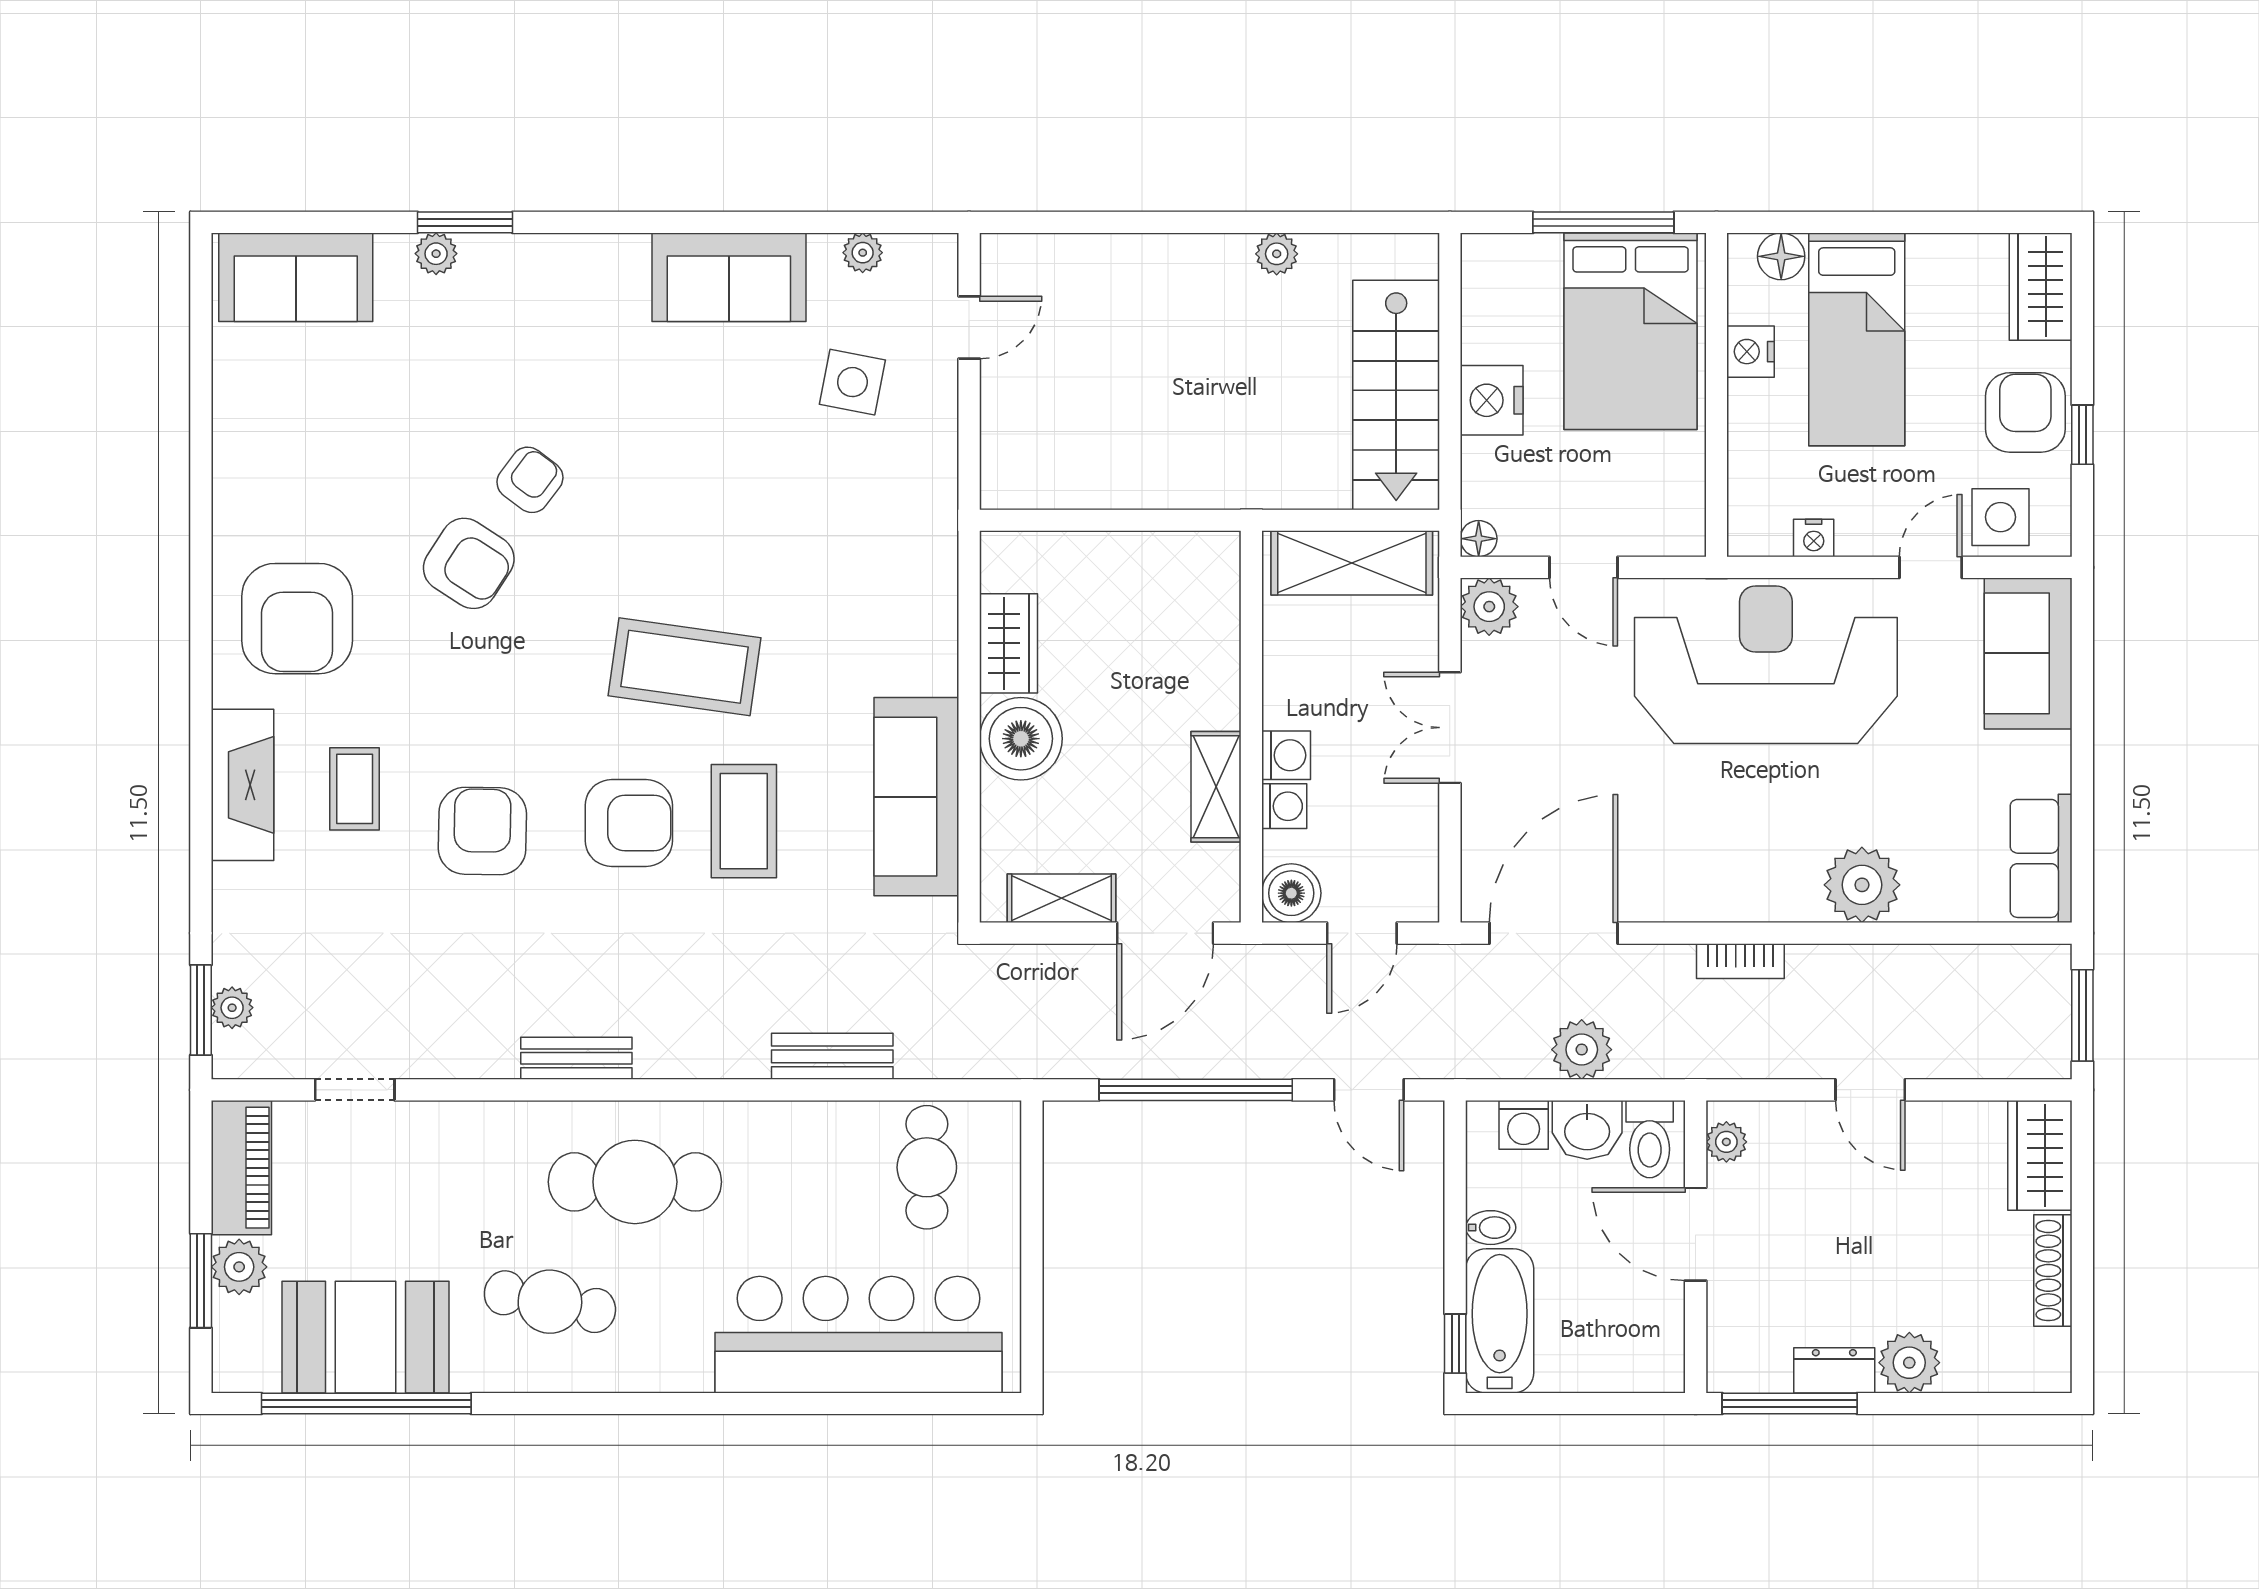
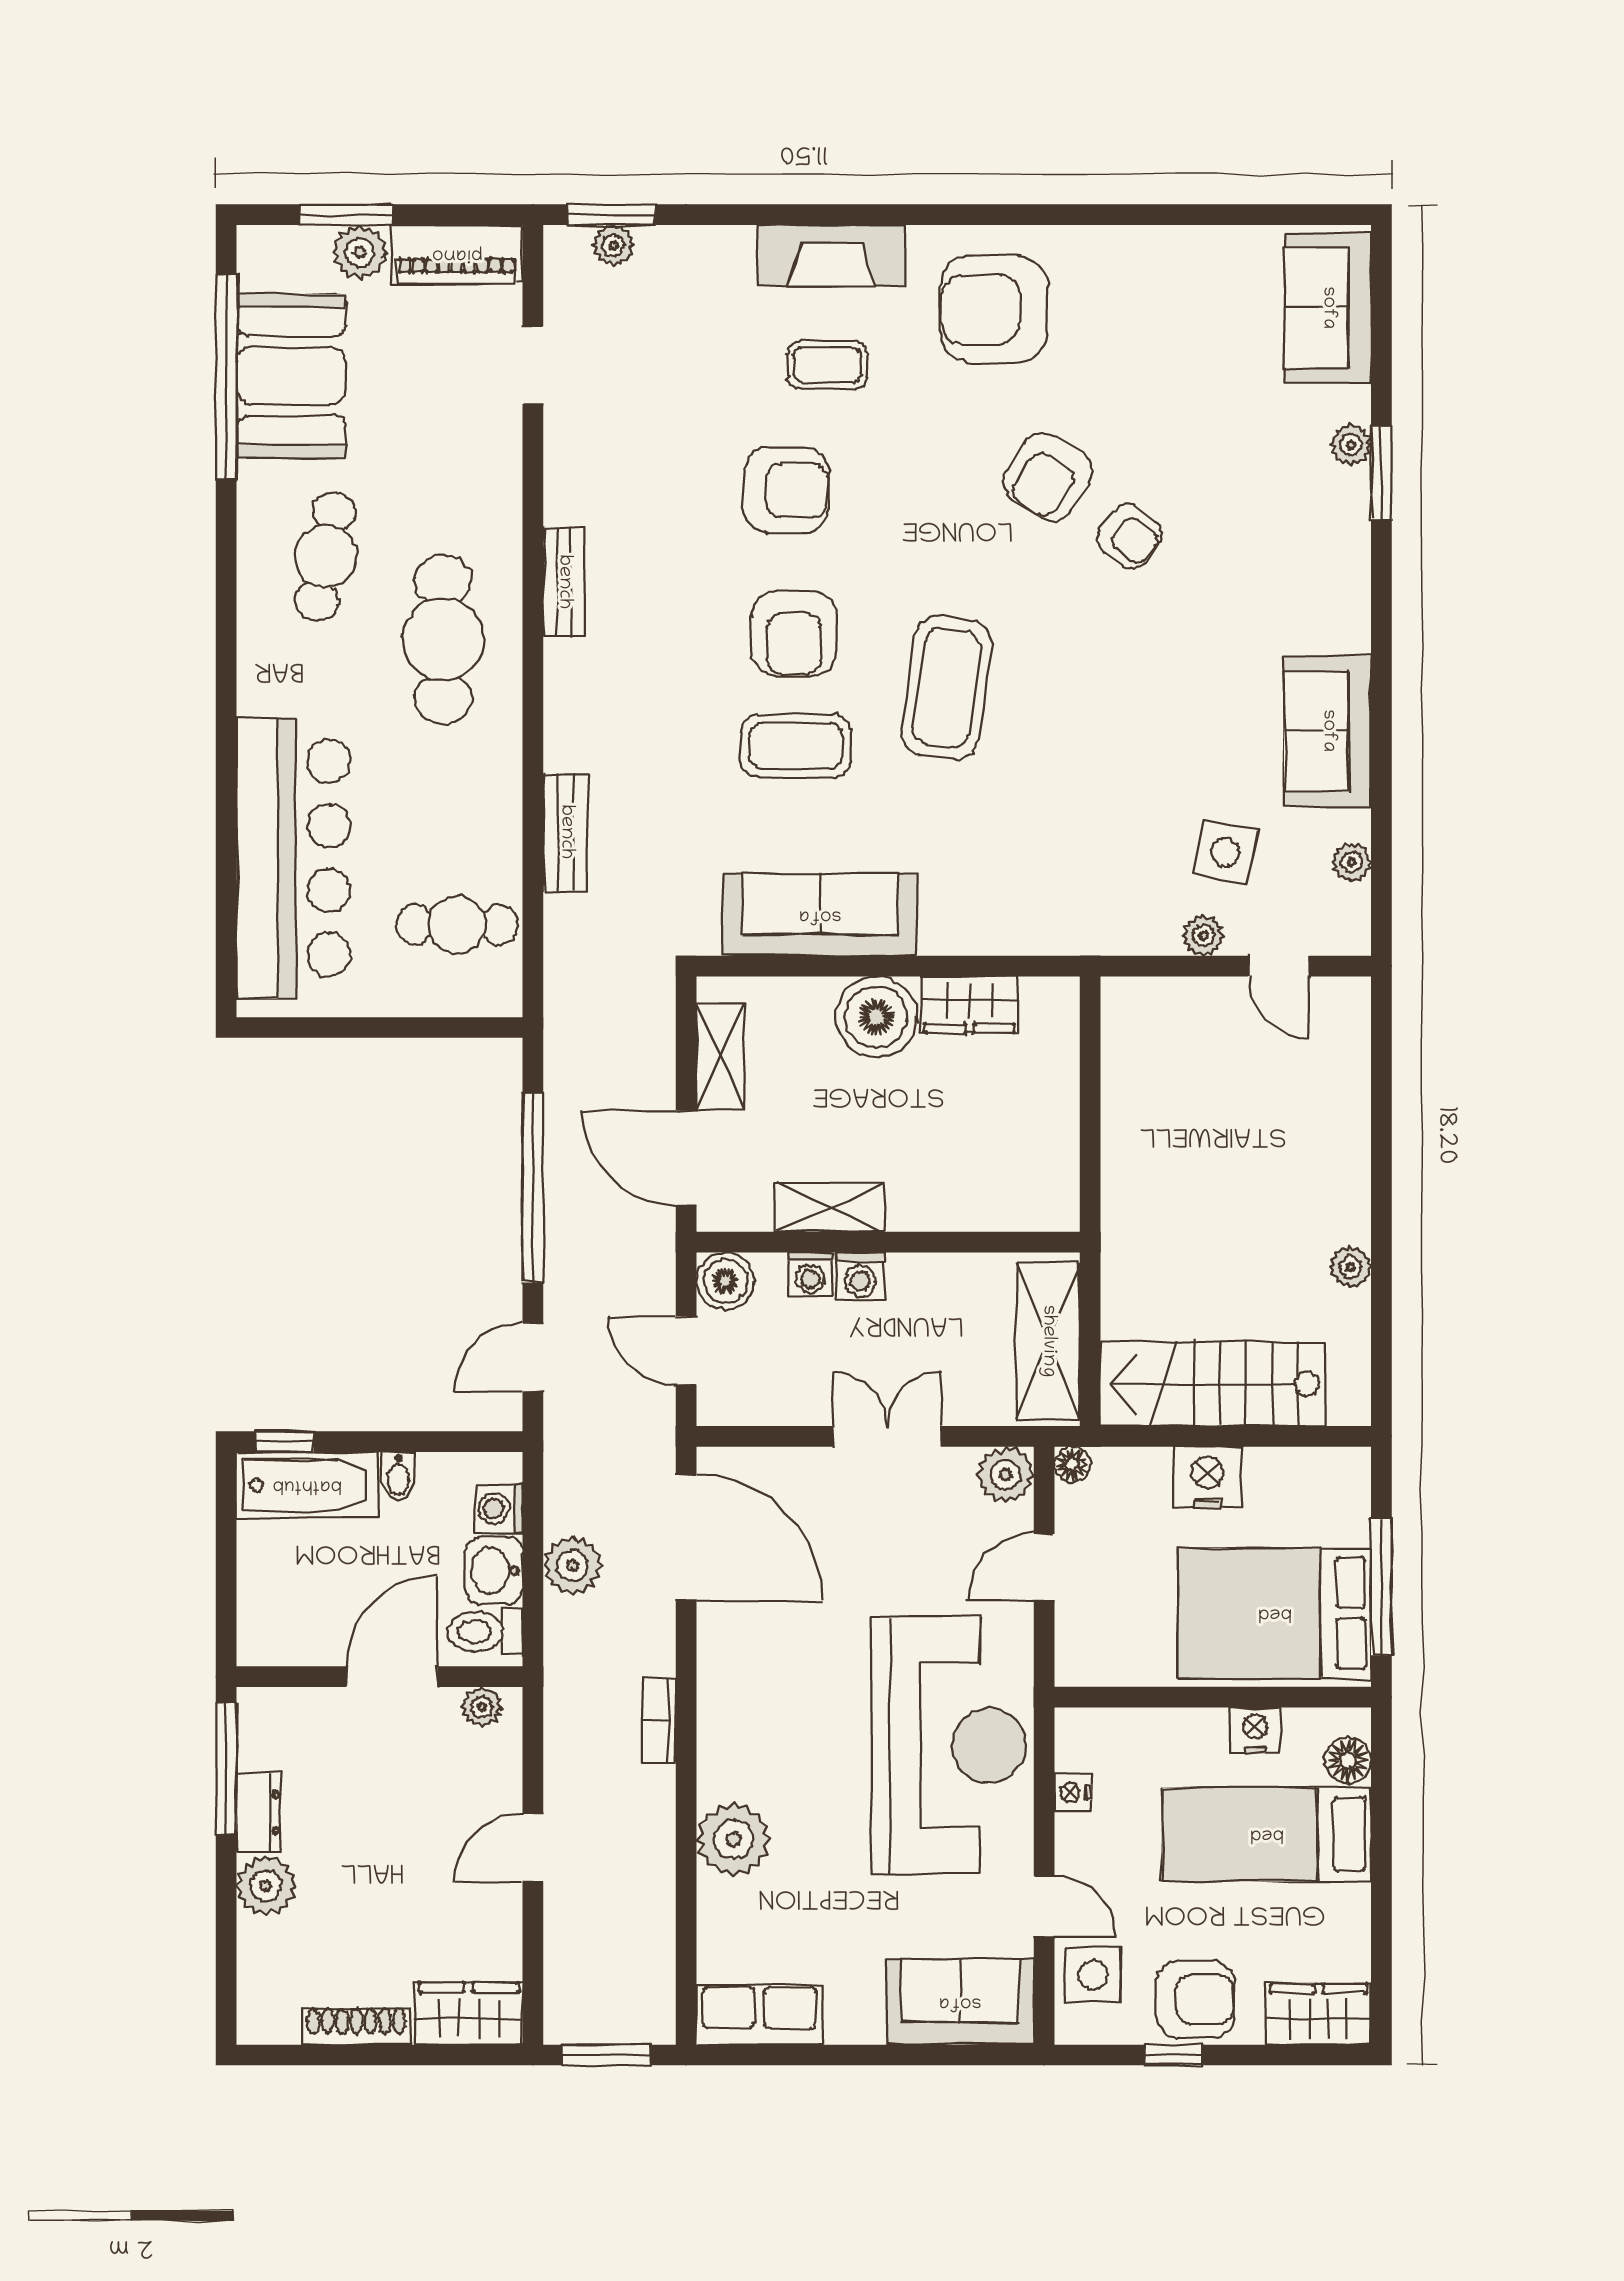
plant: (938, 404) -> (1204, 936), added

